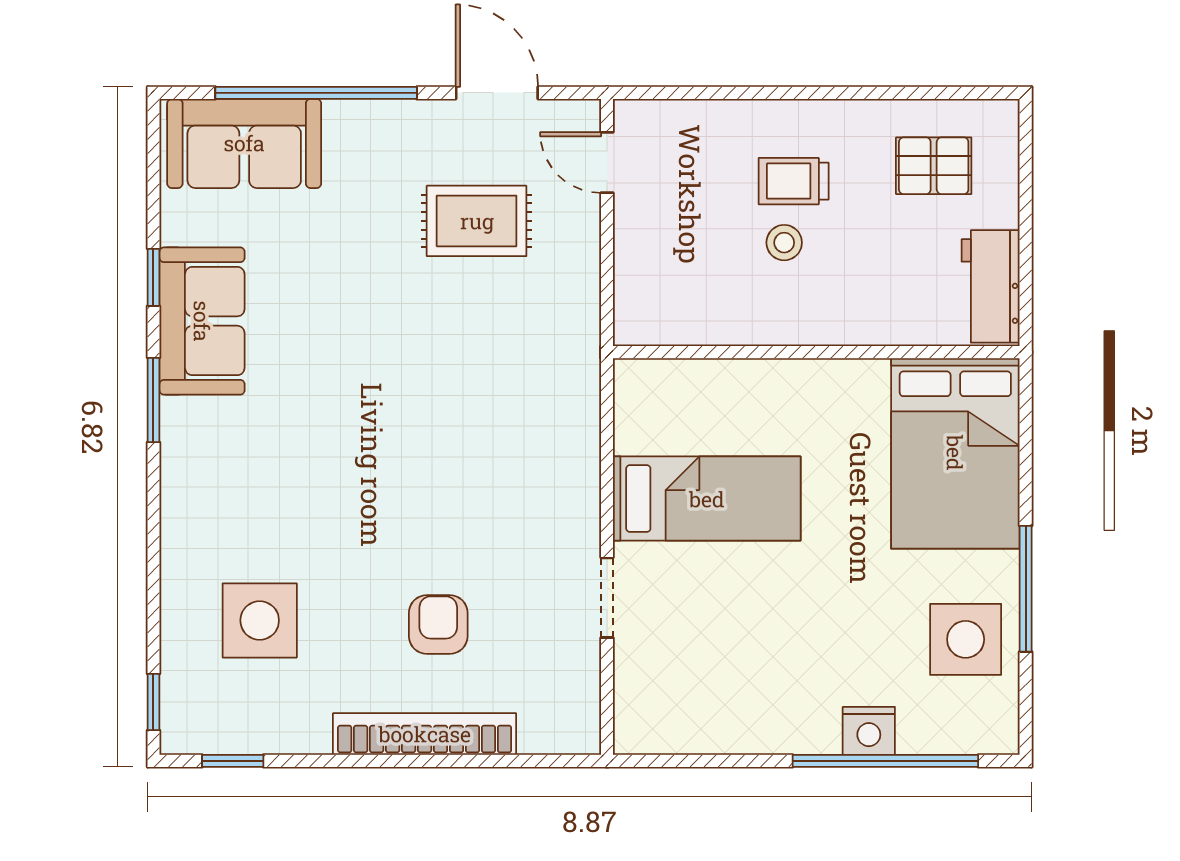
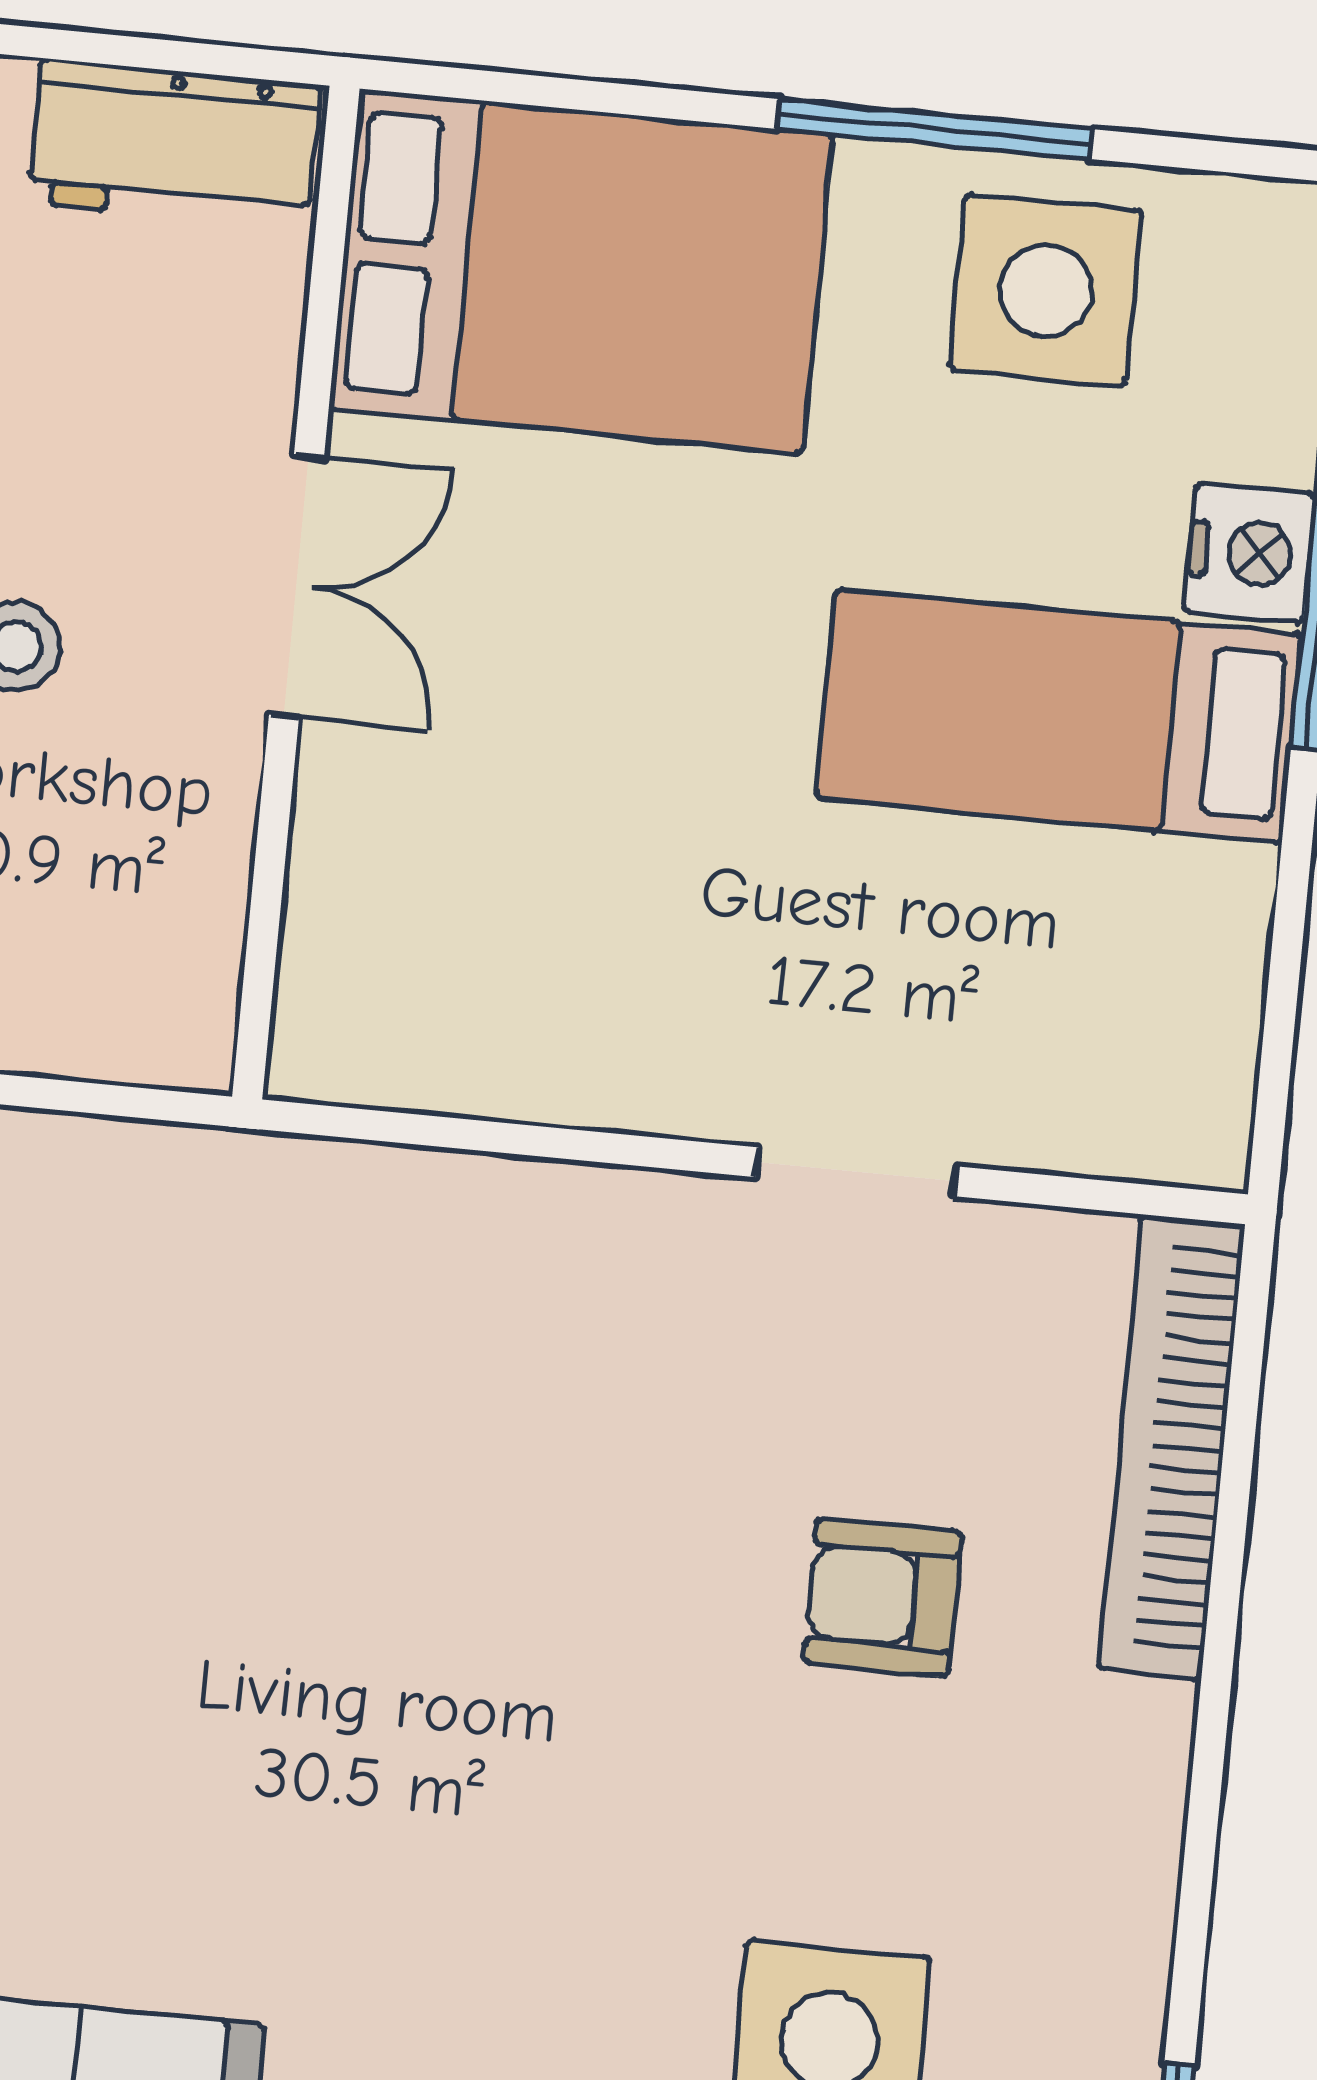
double door: (819, 352) -> (297, 586), added
bed: (707, 499) -> (1059, 716), moved, turned -90
bookcase: (425, 734) -> (1172, 1447), moved

